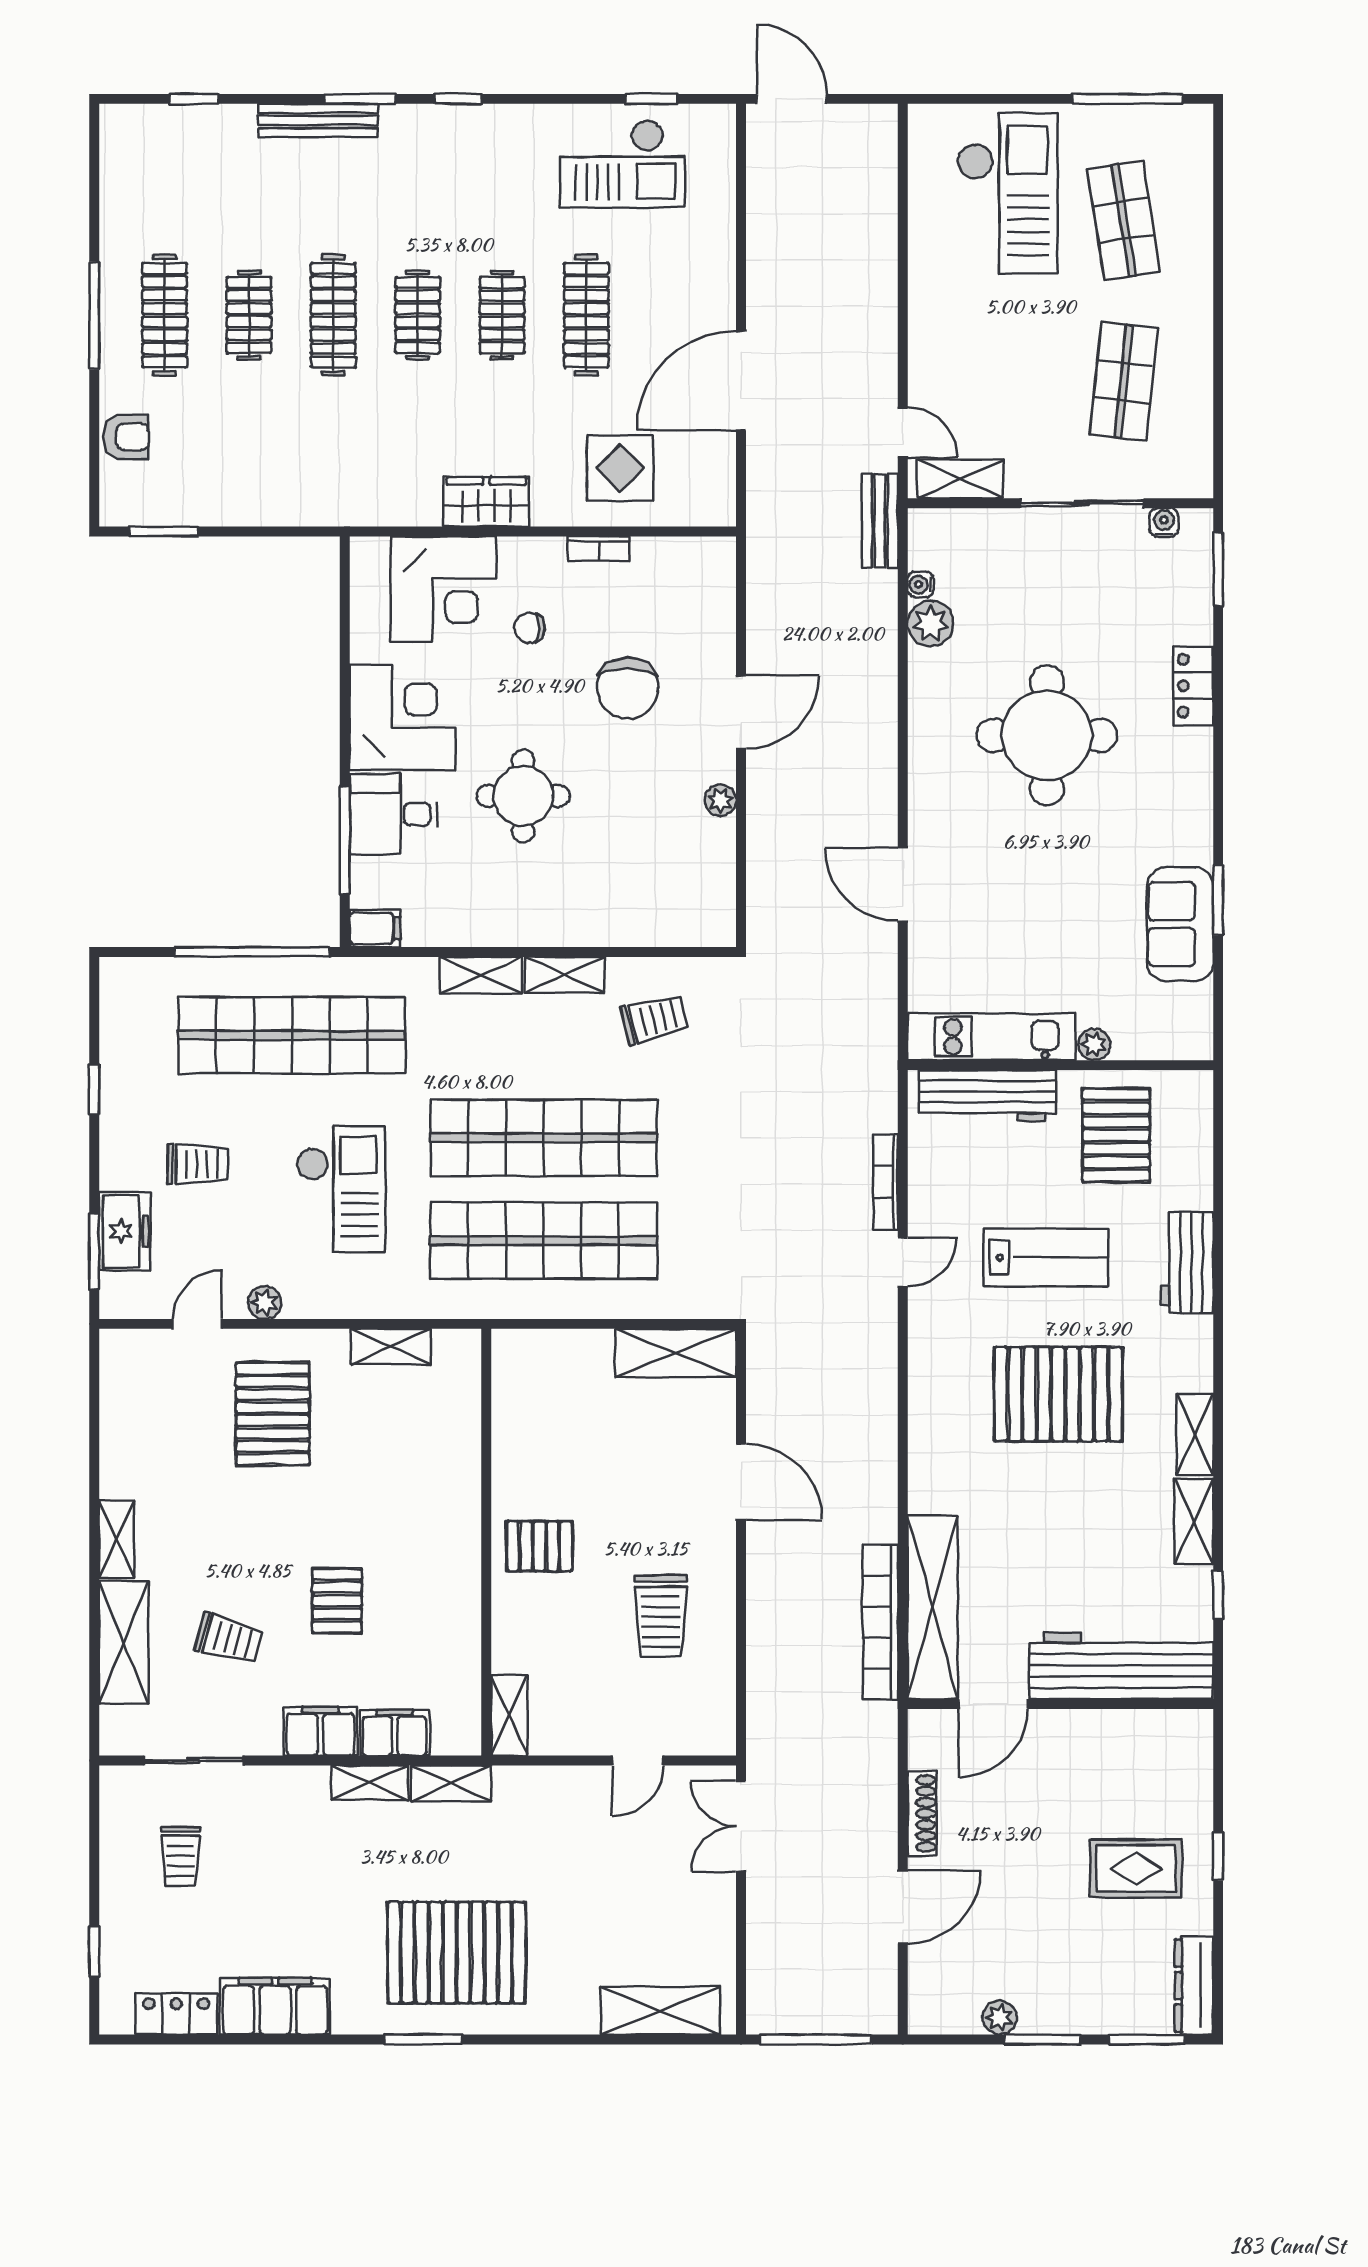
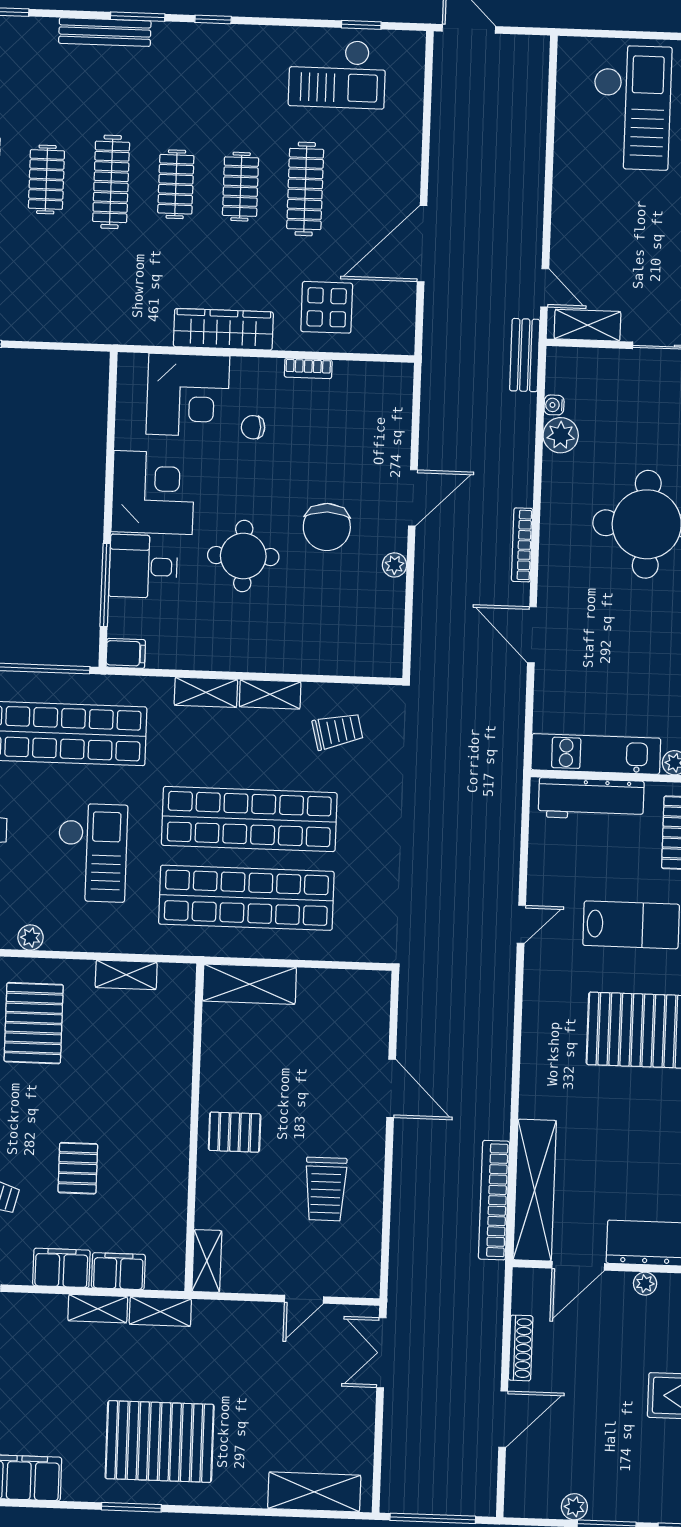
wardrobe: (486, 502) -> (223, 329), width x1.50
chair: (627, 688) -> (327, 527), moved
bookcase: (886, 1182) -> (522, 545), moved
shelving: (676, 1353) -> (249, 984), moved
plant: (1081, 1724) -> (645, 1284), added

